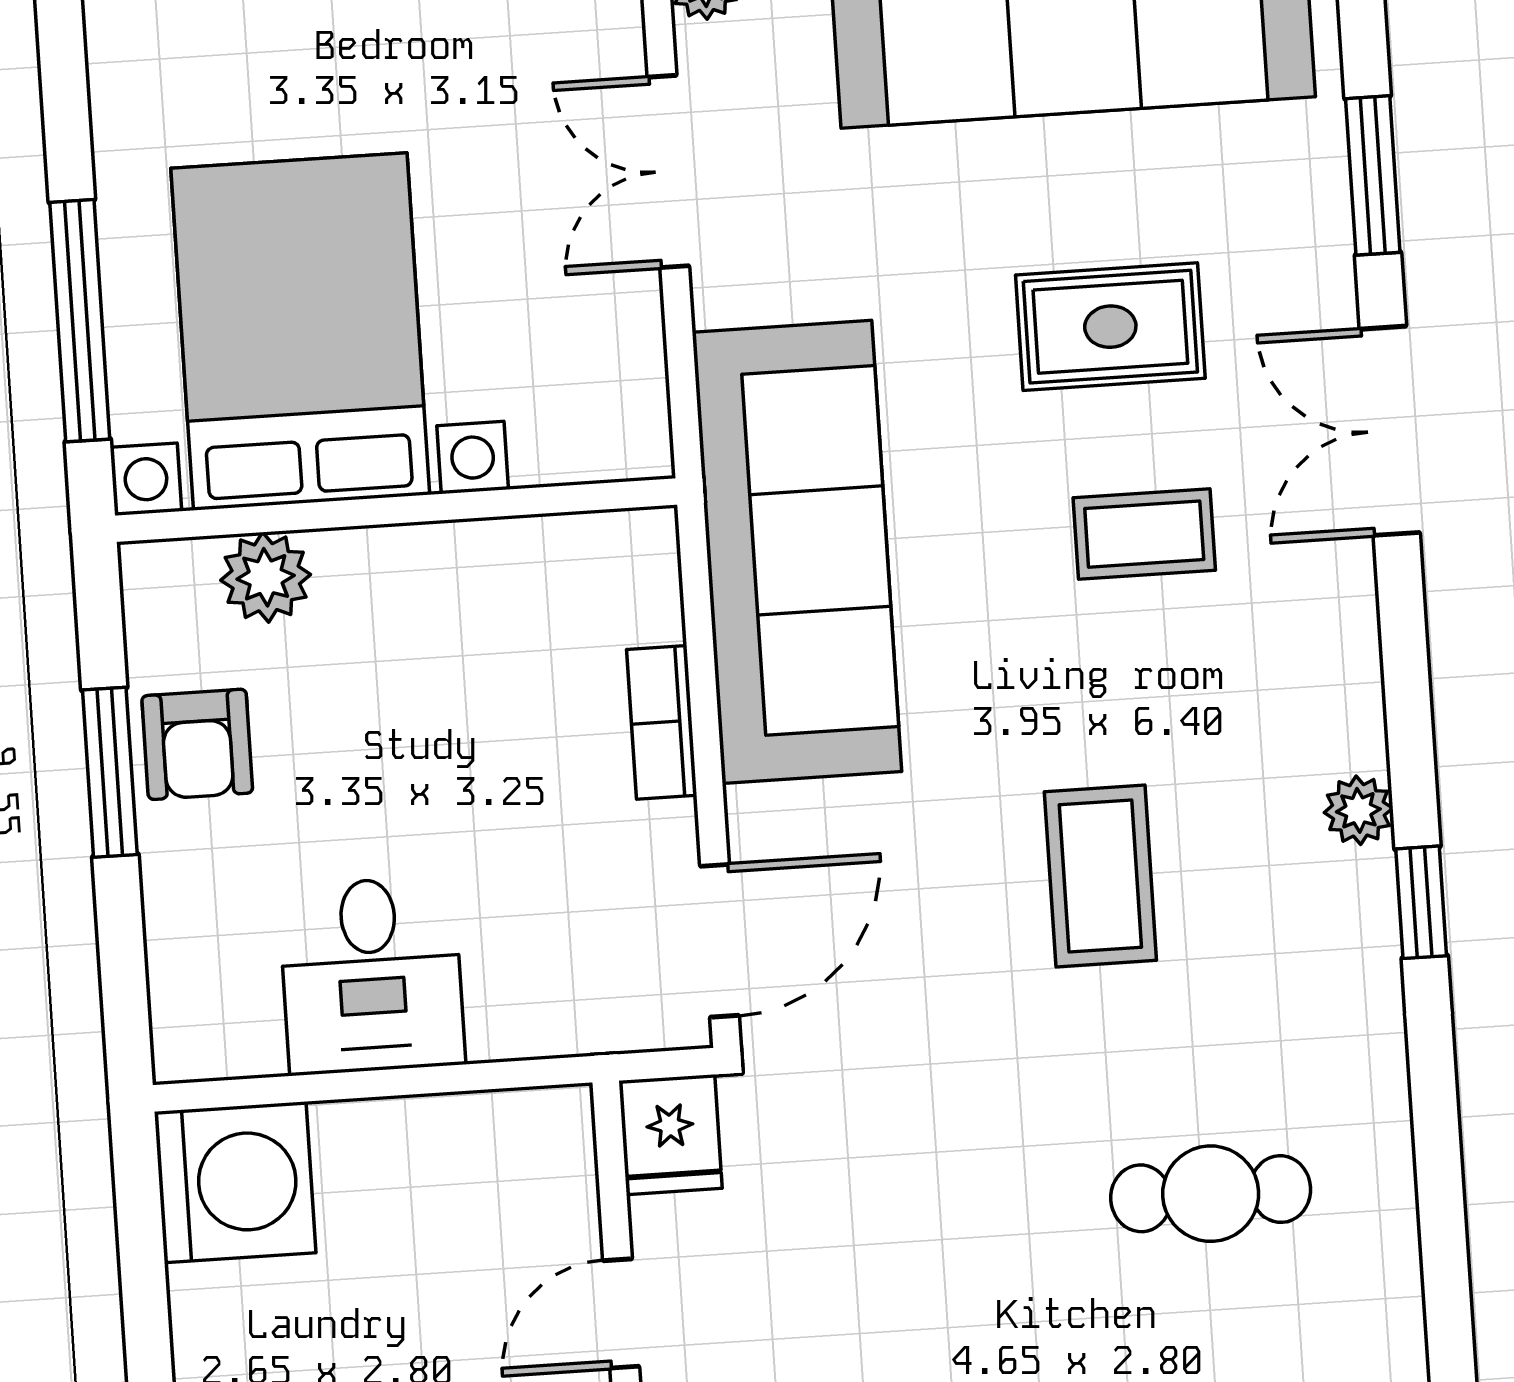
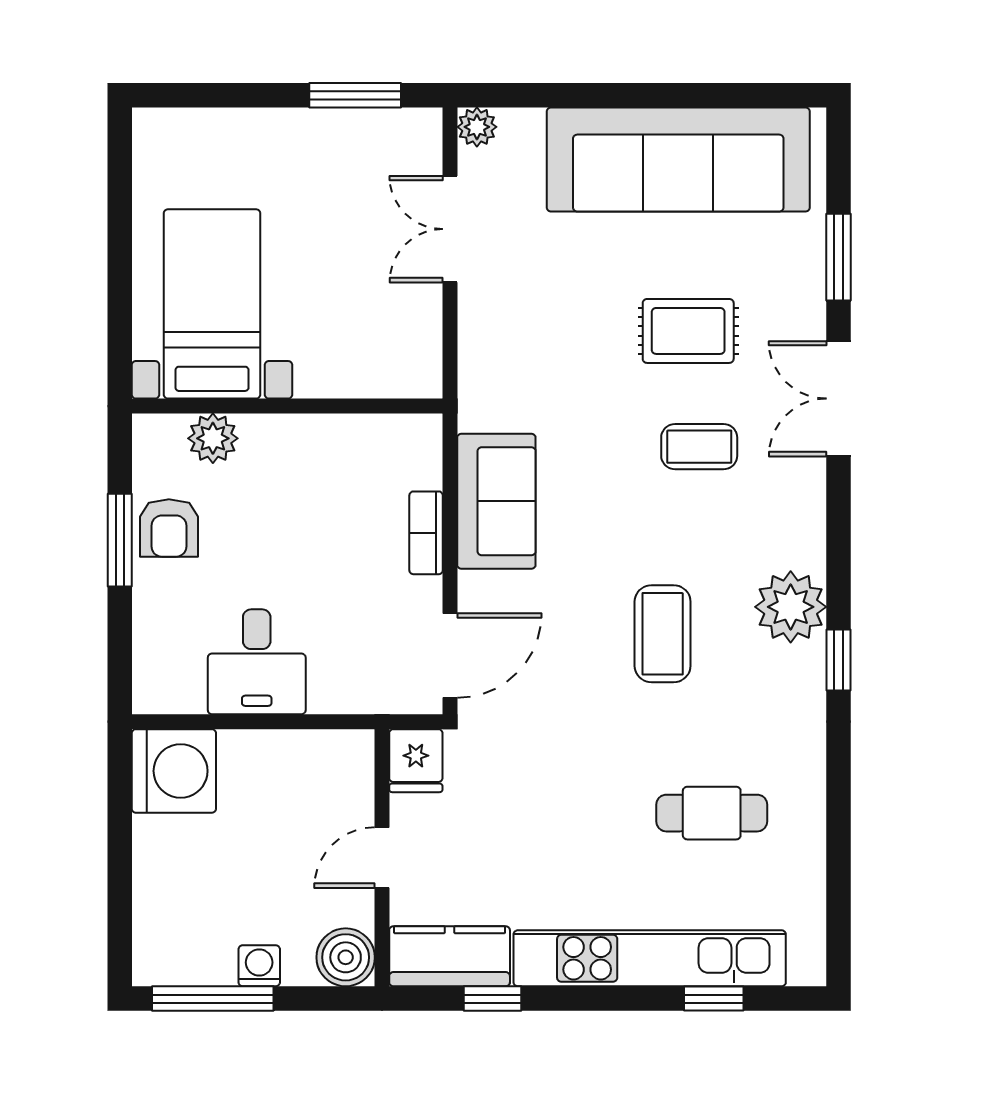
window: (80, 321) -> (120, 290), removed
bed with nightstands: (300, 331) -> (212, 304), width x0.73
sofa: (797, 552) -> (496, 501), width x0.54, depth x0.79
plant: (1358, 810) -> (791, 607), width x1.87, depth x1.87

